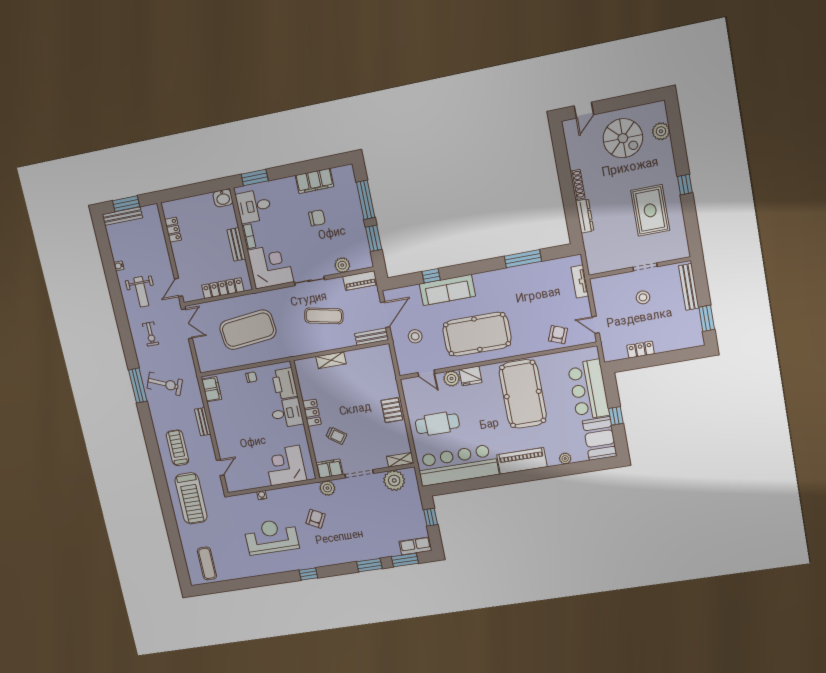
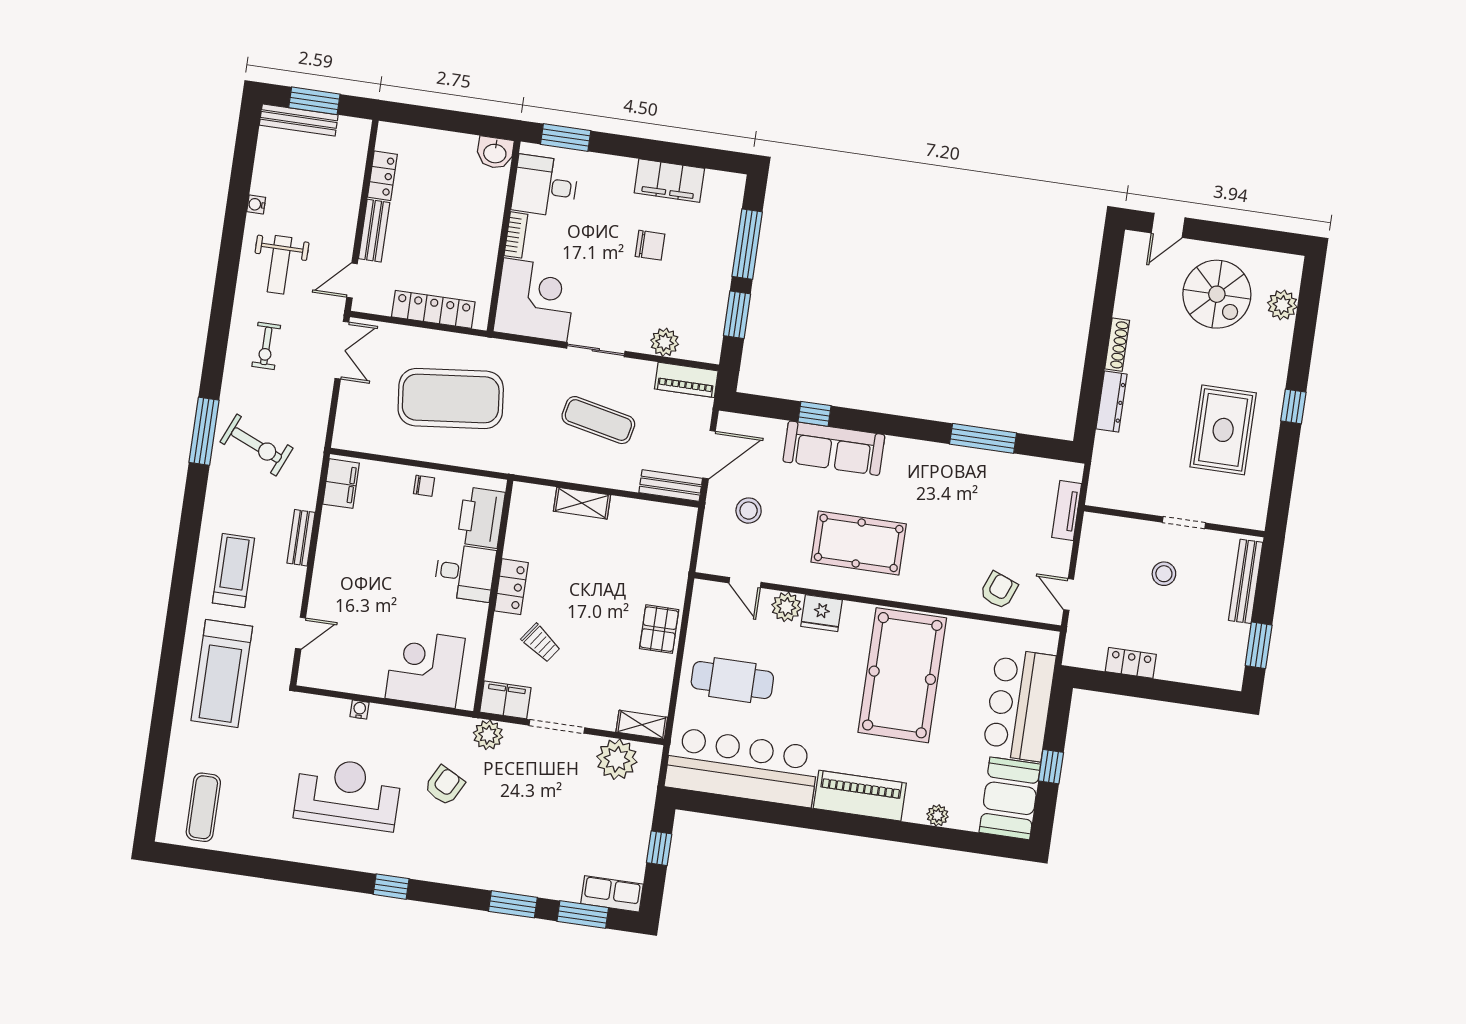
bench: (236, 244) -> (374, 231), moved
pool table: (477, 334) -> (859, 543), width x0.73, depth x0.76

